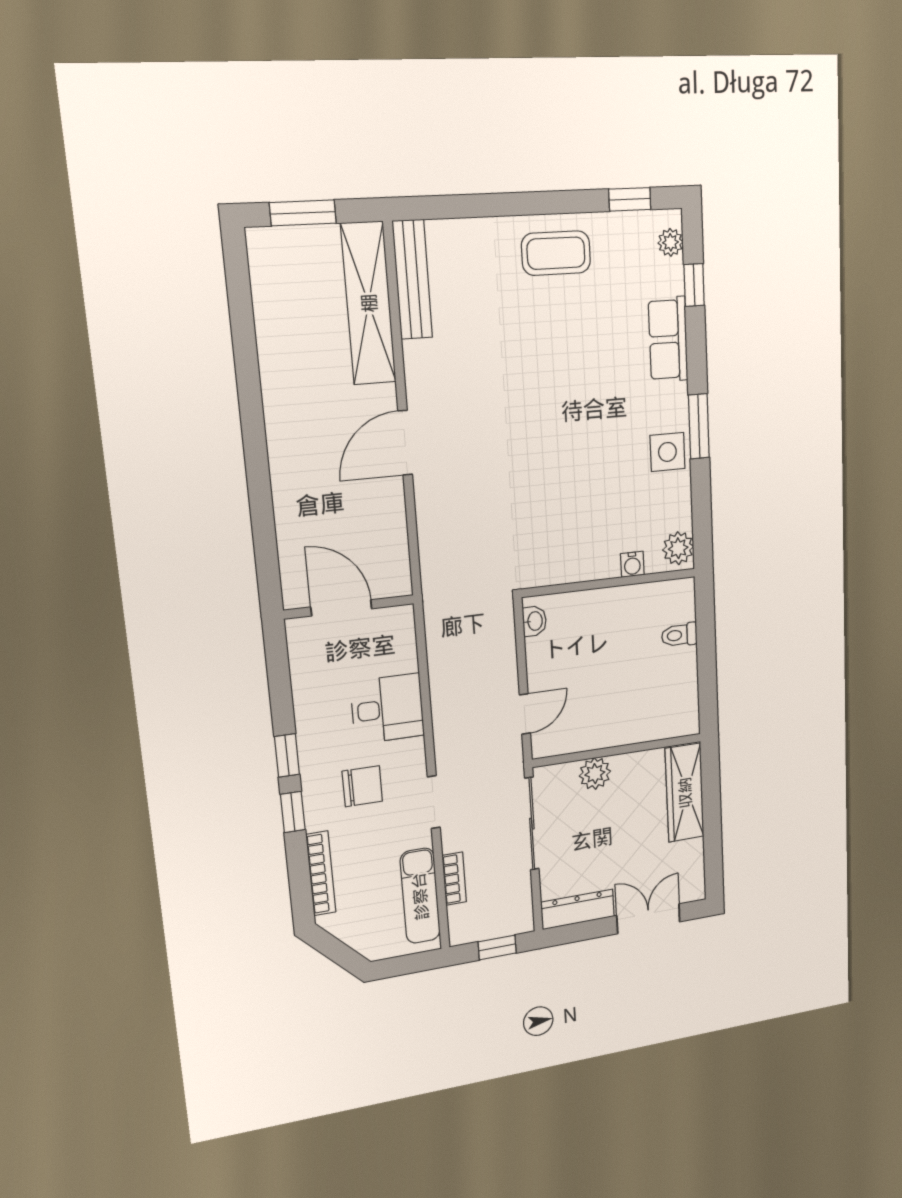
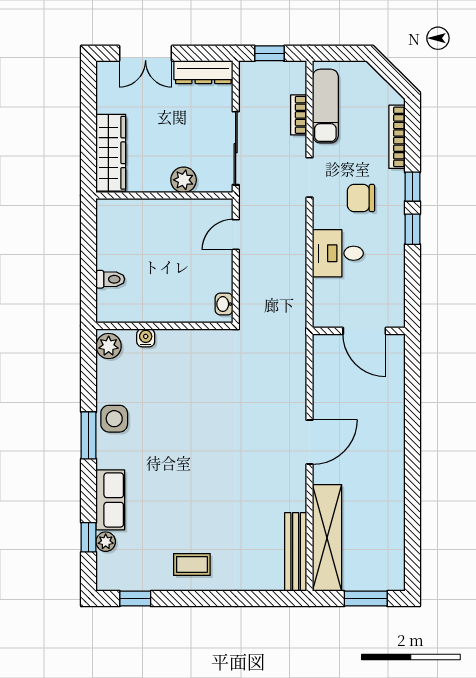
plant: (670, 242) -> (106, 542), moved
coffee table: (556, 253) -> (192, 564), width x0.73, depth x0.77

